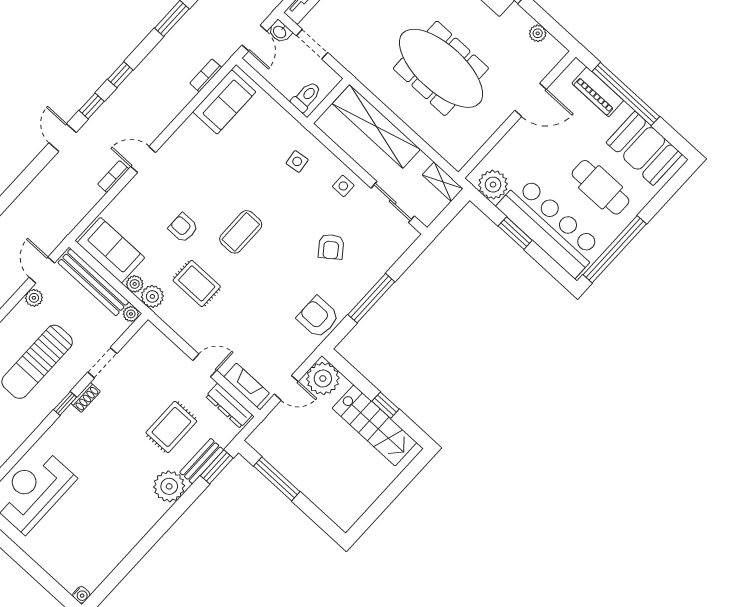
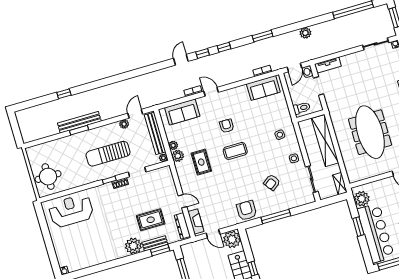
armchair: (183, 228) -> (227, 126), moved
sofa: (111, 250) -> (182, 112), moved, turned 90

